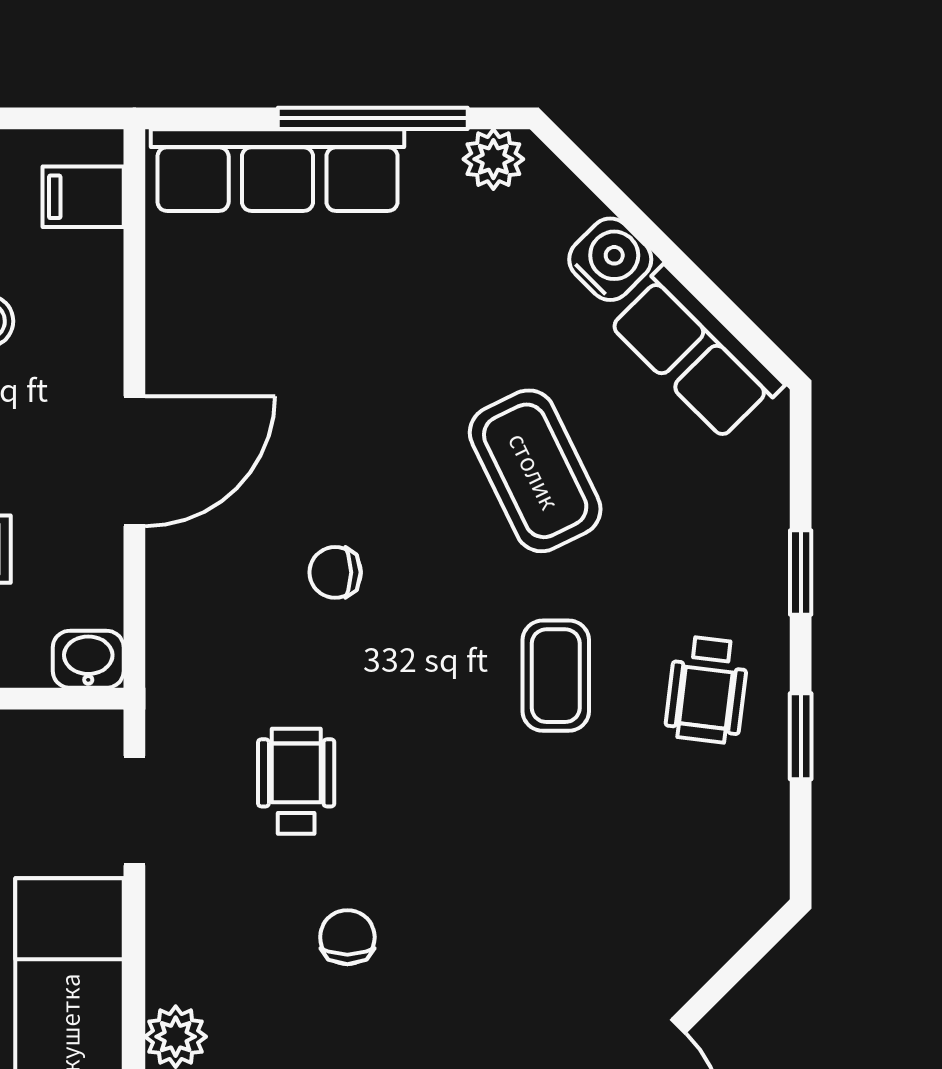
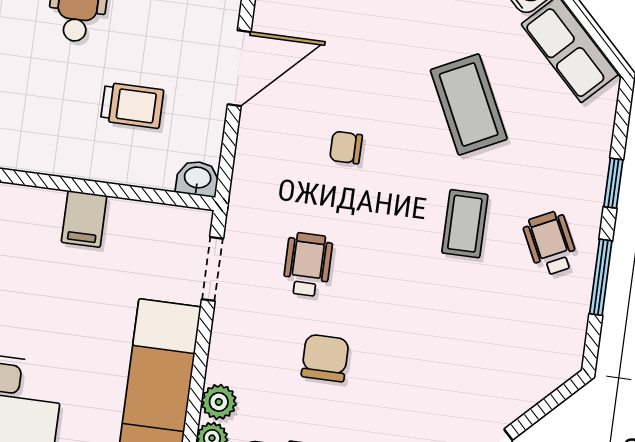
wheelchair: (707, 690) -> (551, 243), turned 147
window: (801, 736) -> (601, 277), width x1.50
chair: (347, 937) -> (325, 358), width x1.37, depth x1.37

